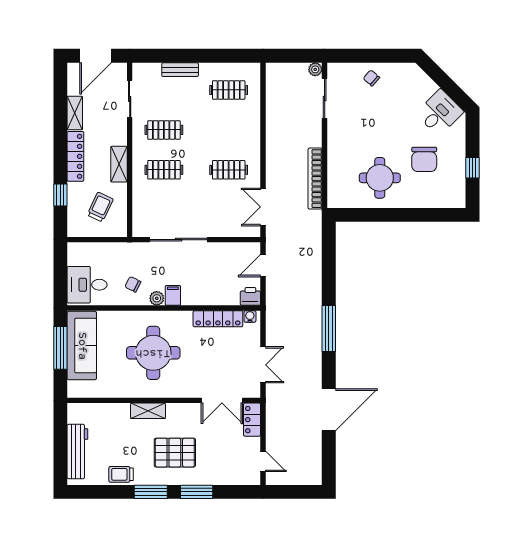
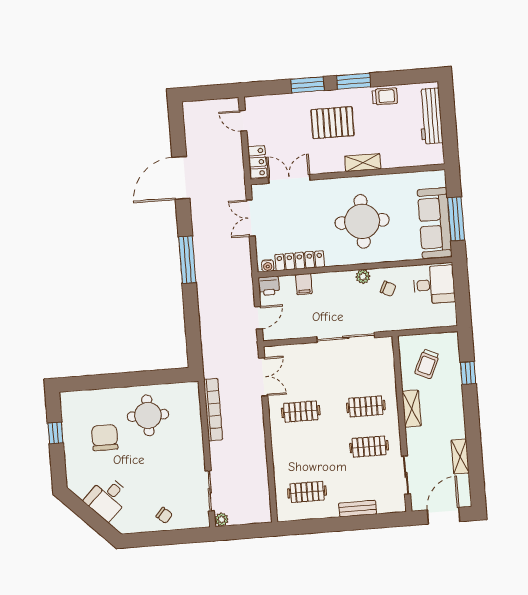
desk: (440, 113) -> (107, 498), moved
locker: (75, 156) -> (456, 413), removed
filing cabinet: (173, 295) -> (304, 284), moved

